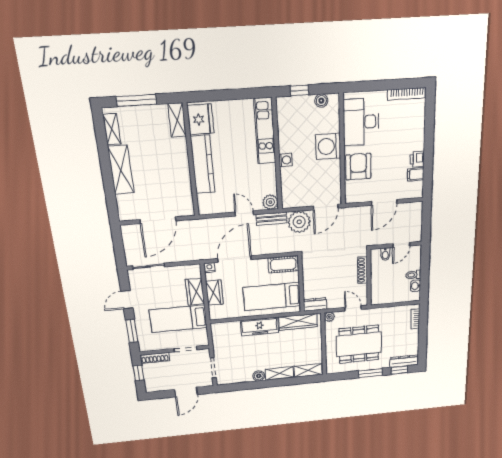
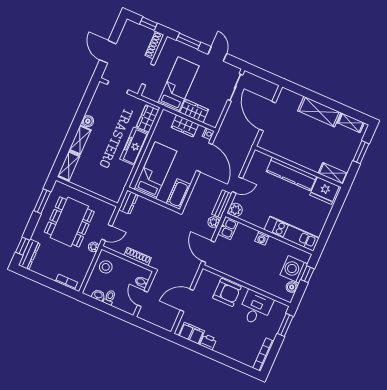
window: (365, 86) -> (285, 325), added
window: (136, 100) -> (361, 152), width x0.69
desk: (361, 122) -> (256, 308), width x0.73
washing machine: (328, 146) -> (294, 269), moved, turned -90
filing cabinet: (416, 174) -> (191, 333), width x2.00
kitchen sink: (292, 200) -> (228, 228), added
door: (384, 202) -> (187, 300), hinge flipped
plant: (299, 222) -> (213, 222), width x0.53, depth x0.53
stool: (386, 293) -> (106, 267), added
plant: (329, 317) -> (93, 247), moved
wardrobe: (298, 322) -> (148, 119), moved, width x0.67
window: (370, 373) -> (42, 201), moved

